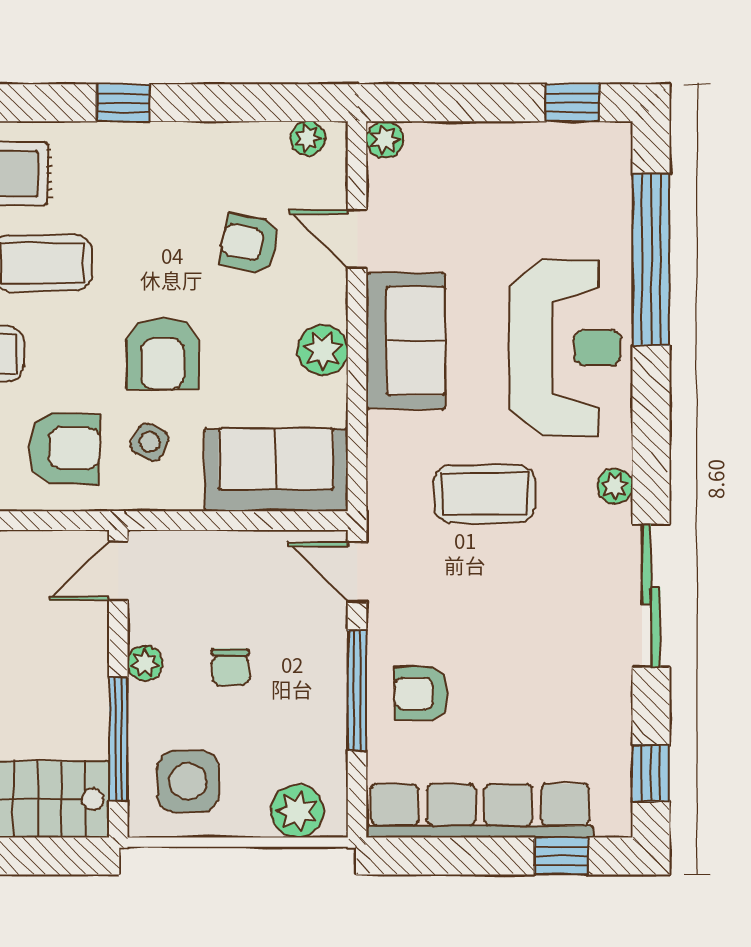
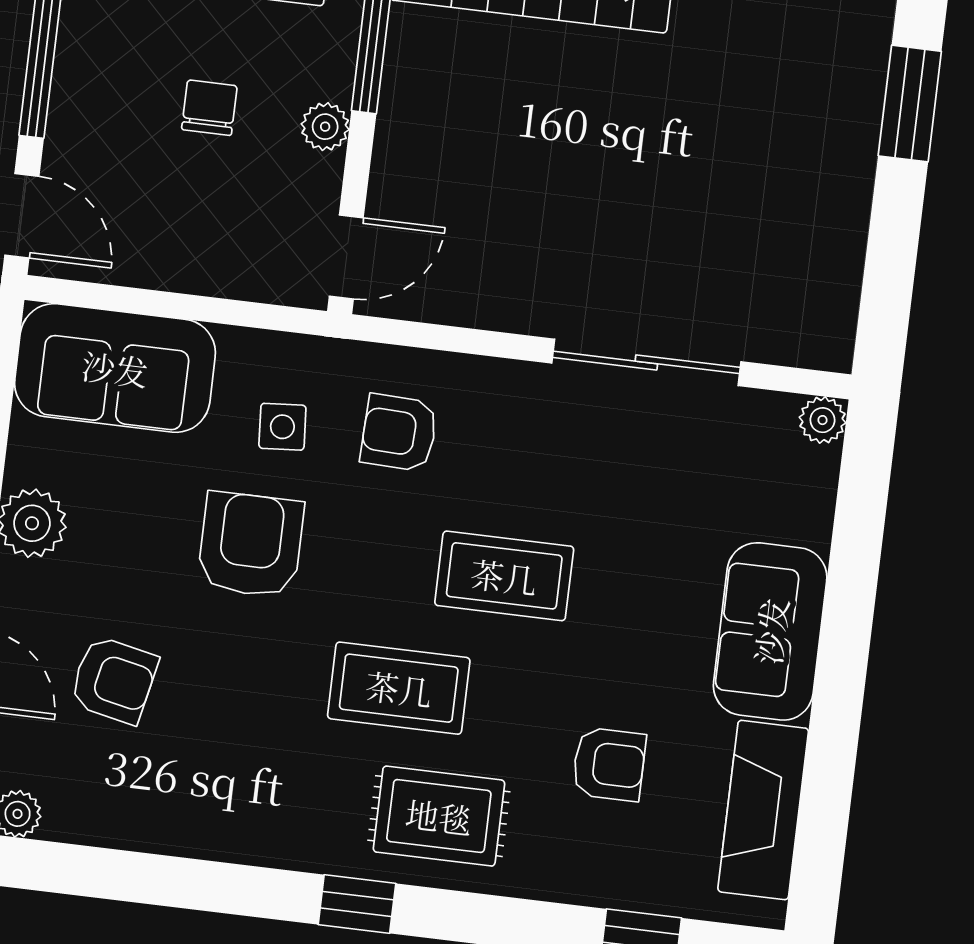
window: (123, 103) -> (357, 904), moved
side table: (150, 442) -> (282, 427), turned -32
armchair: (65, 448) -> (399, 433), width x0.72, depth x0.72

